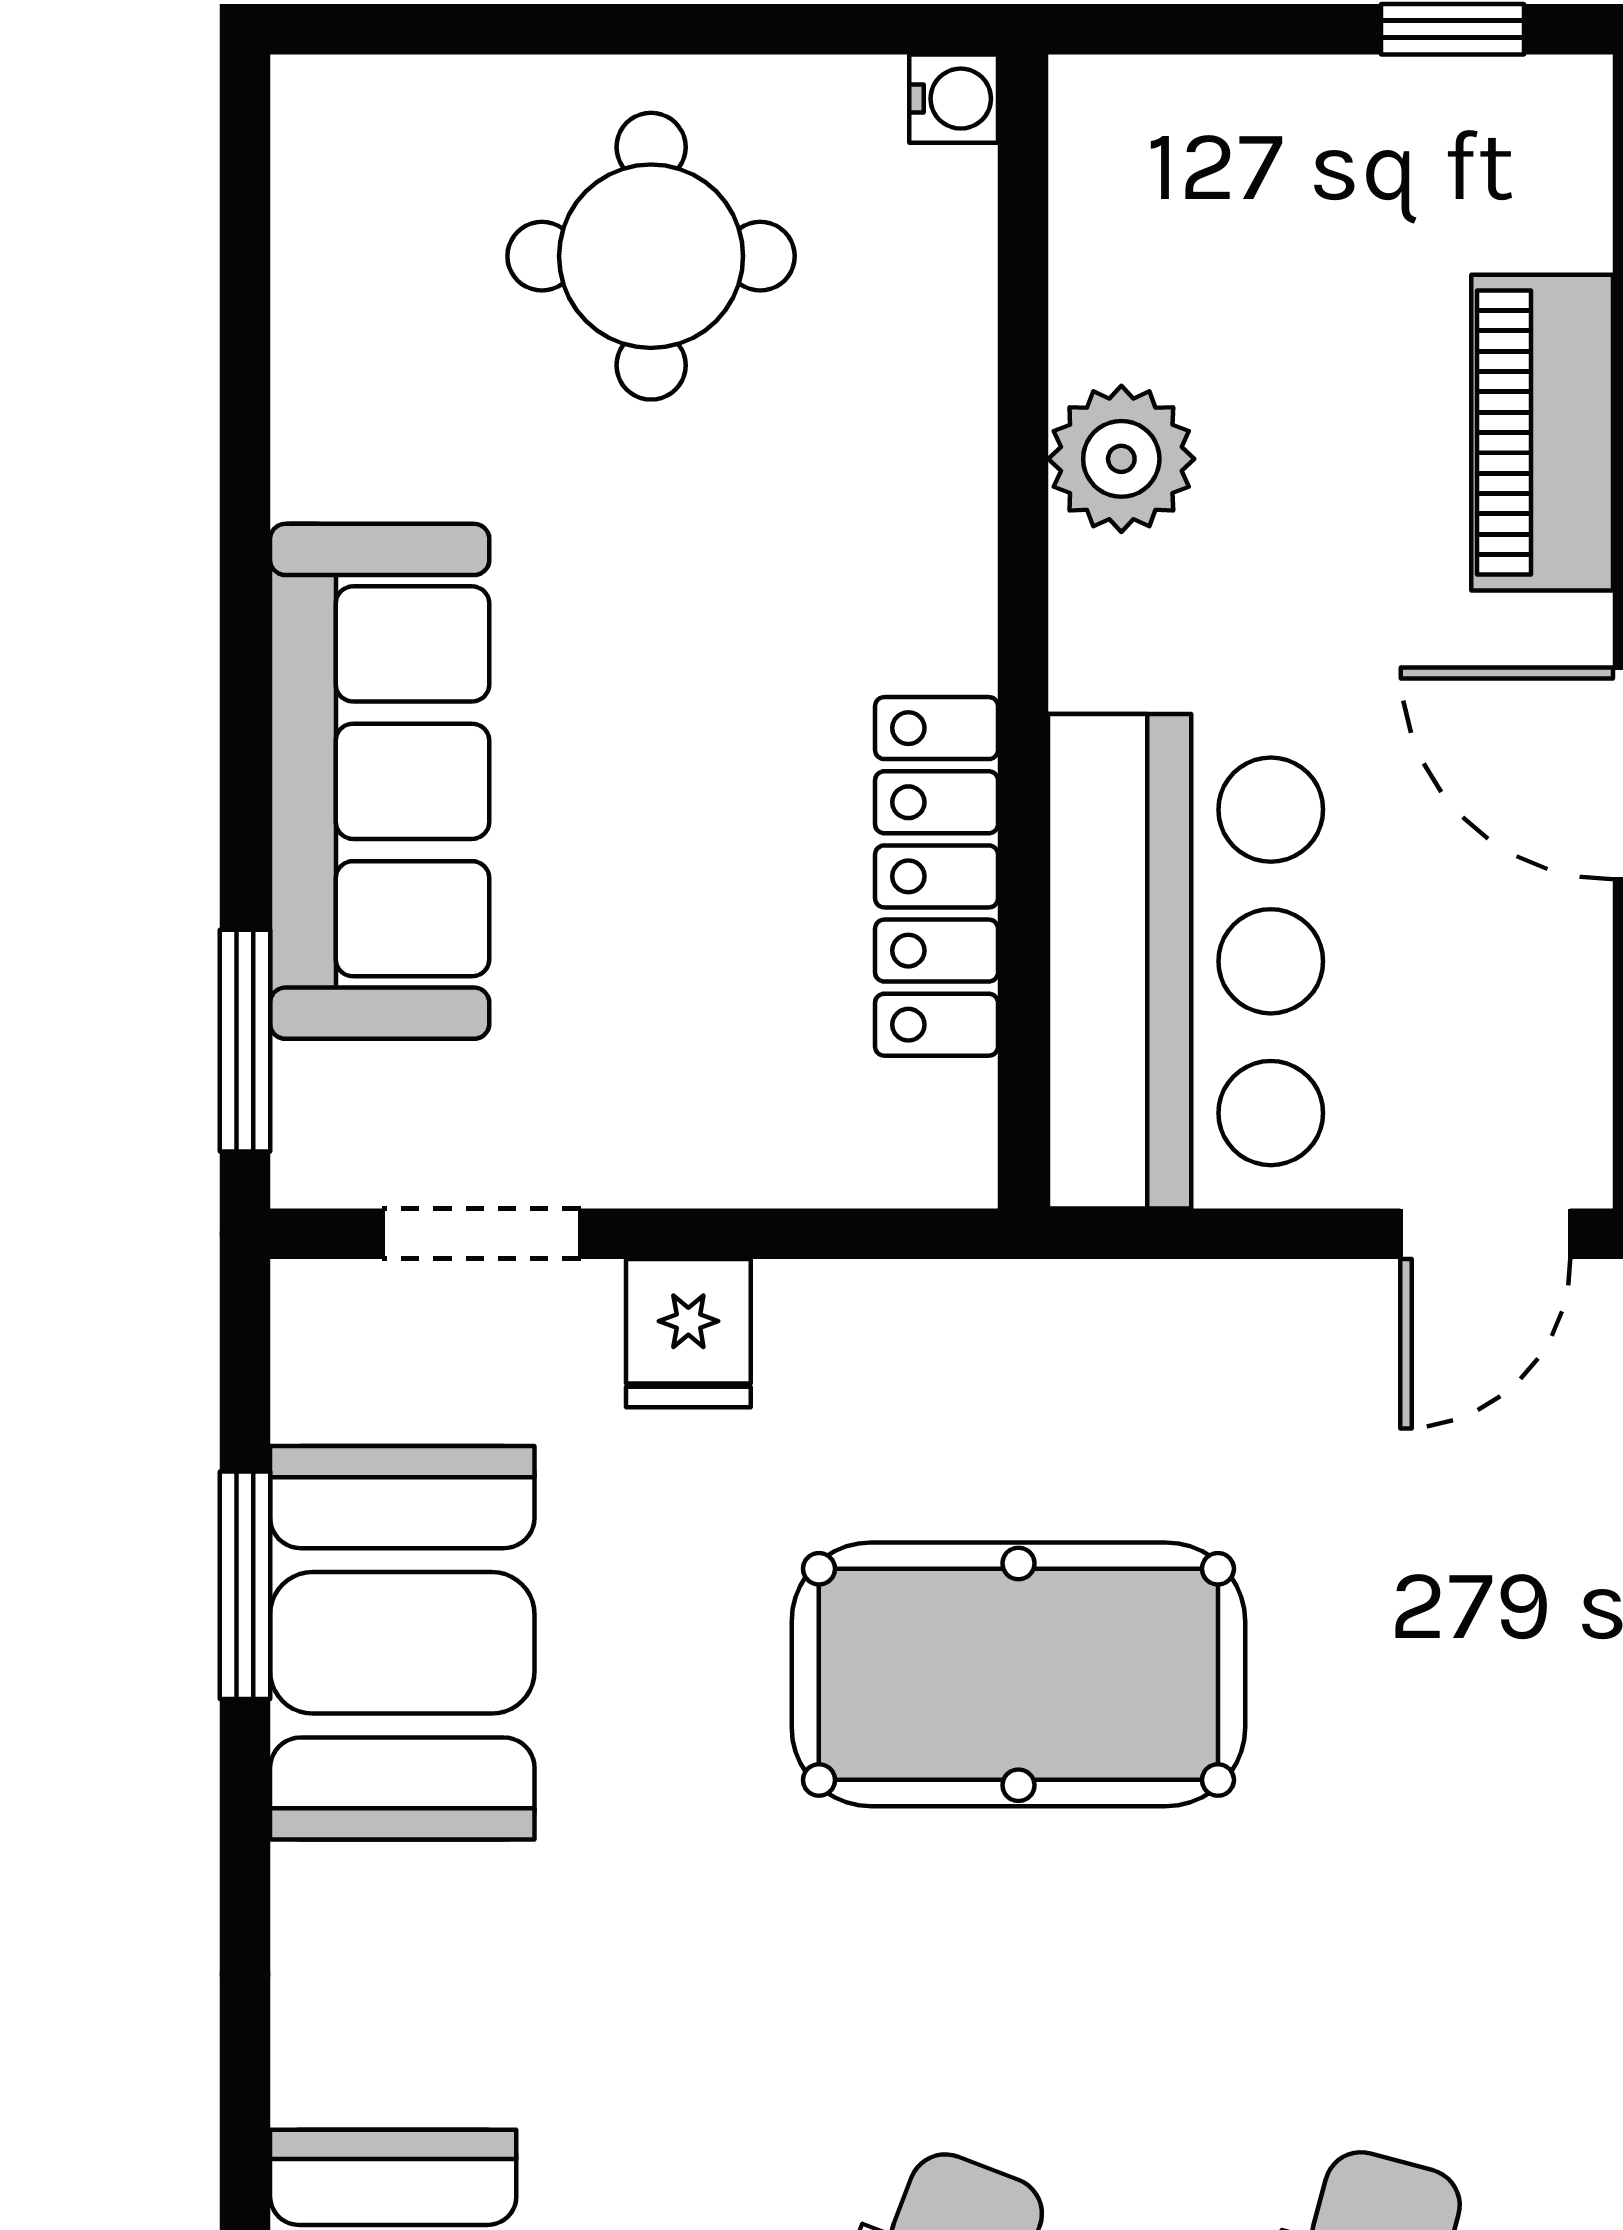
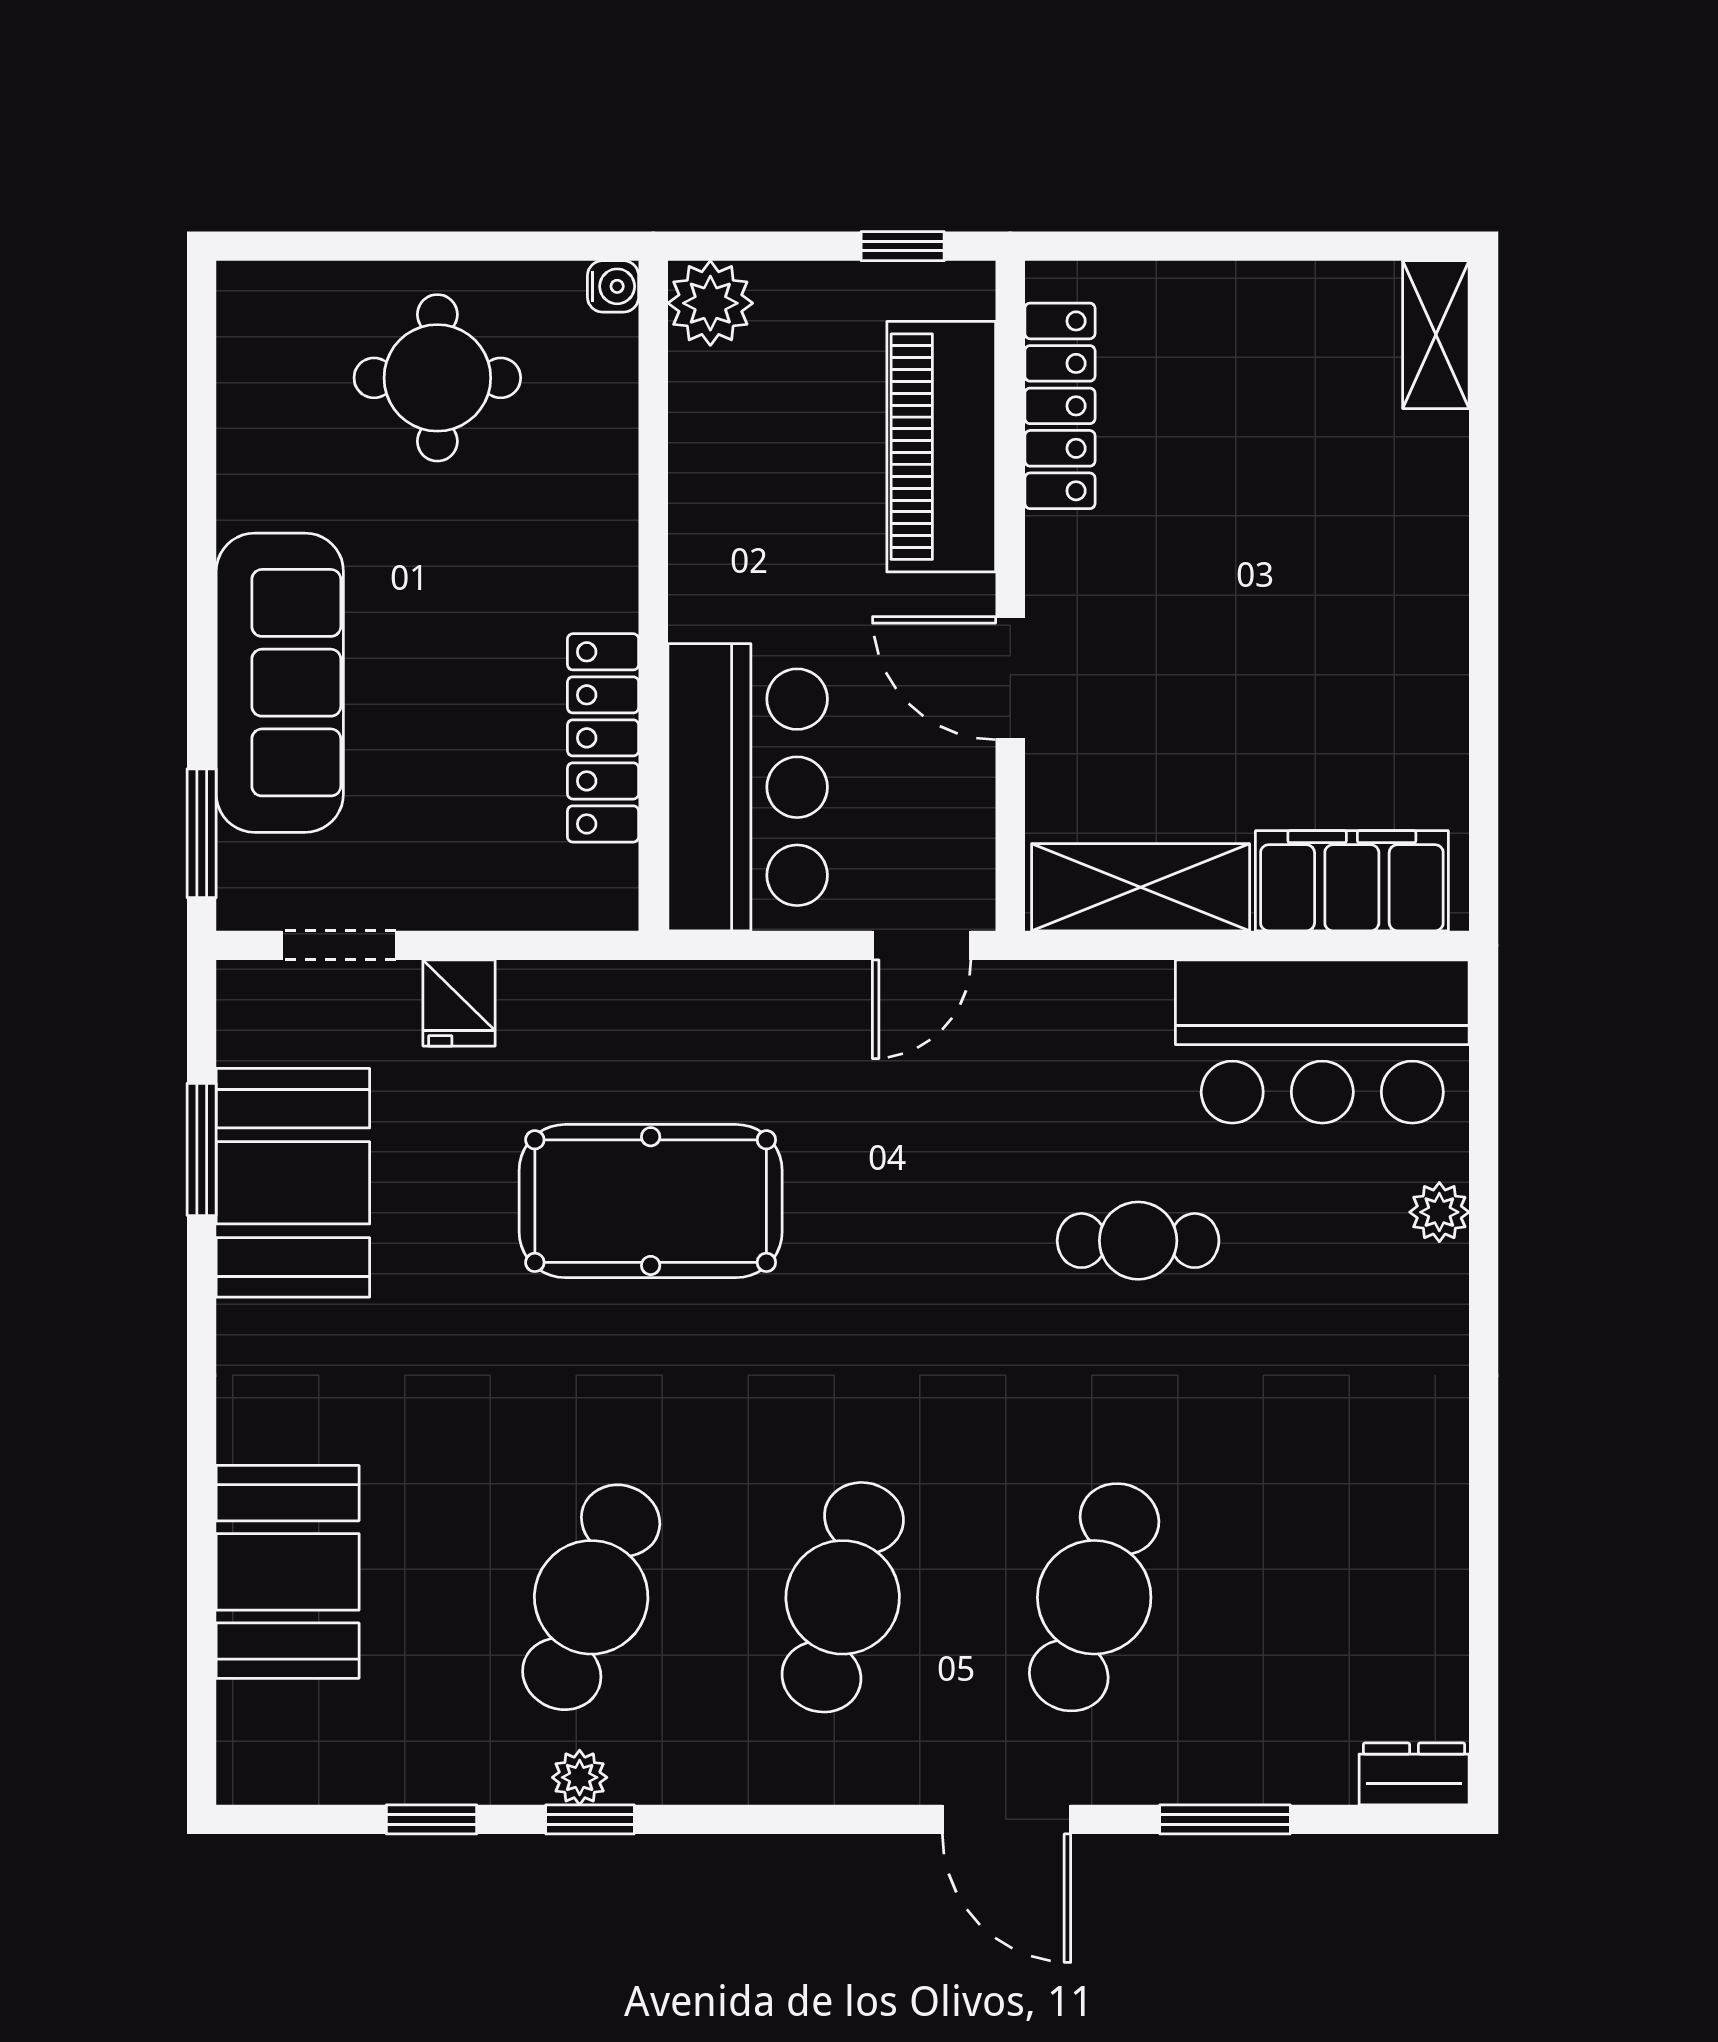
piano: (1542, 433) -> (941, 447), width x1.37, depth x1.33
plant: (1121, 459) -> (710, 303), moved

